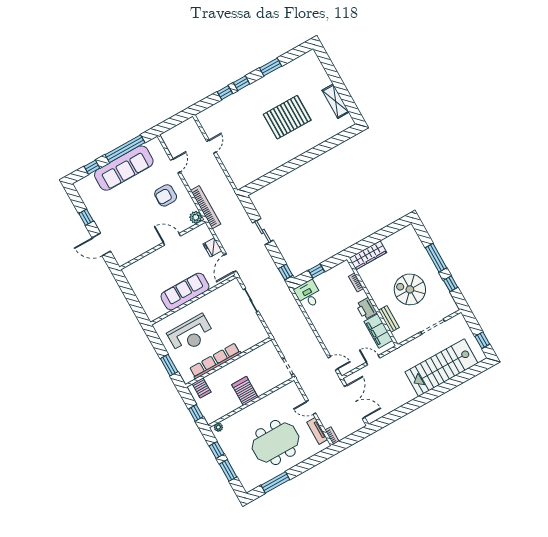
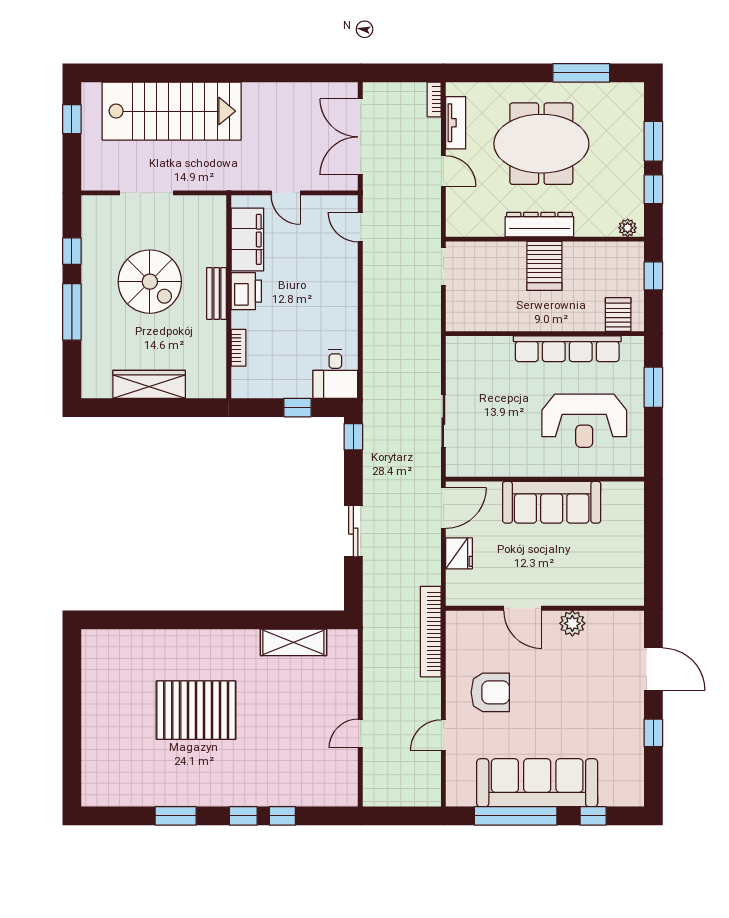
shelving: (336, 101) -> (293, 642), moved, turned 90
plant: (196, 217) -> (572, 623), moved
wardrobe: (368, 255) -> (149, 384), moved
bench: (389, 319) -> (217, 293), moved
reception desk: (191, 334) -> (584, 421), turned 180
dresser: (257, 407) -> (539, 225), added

